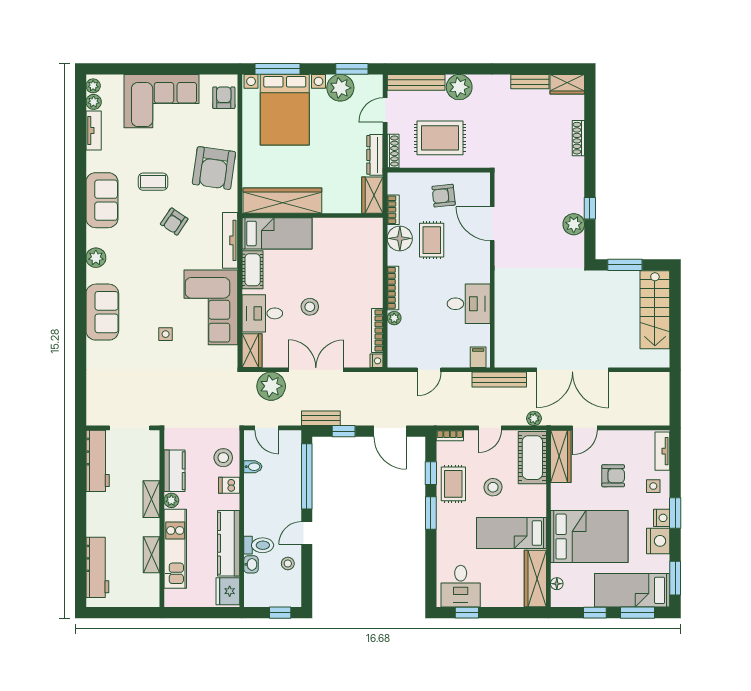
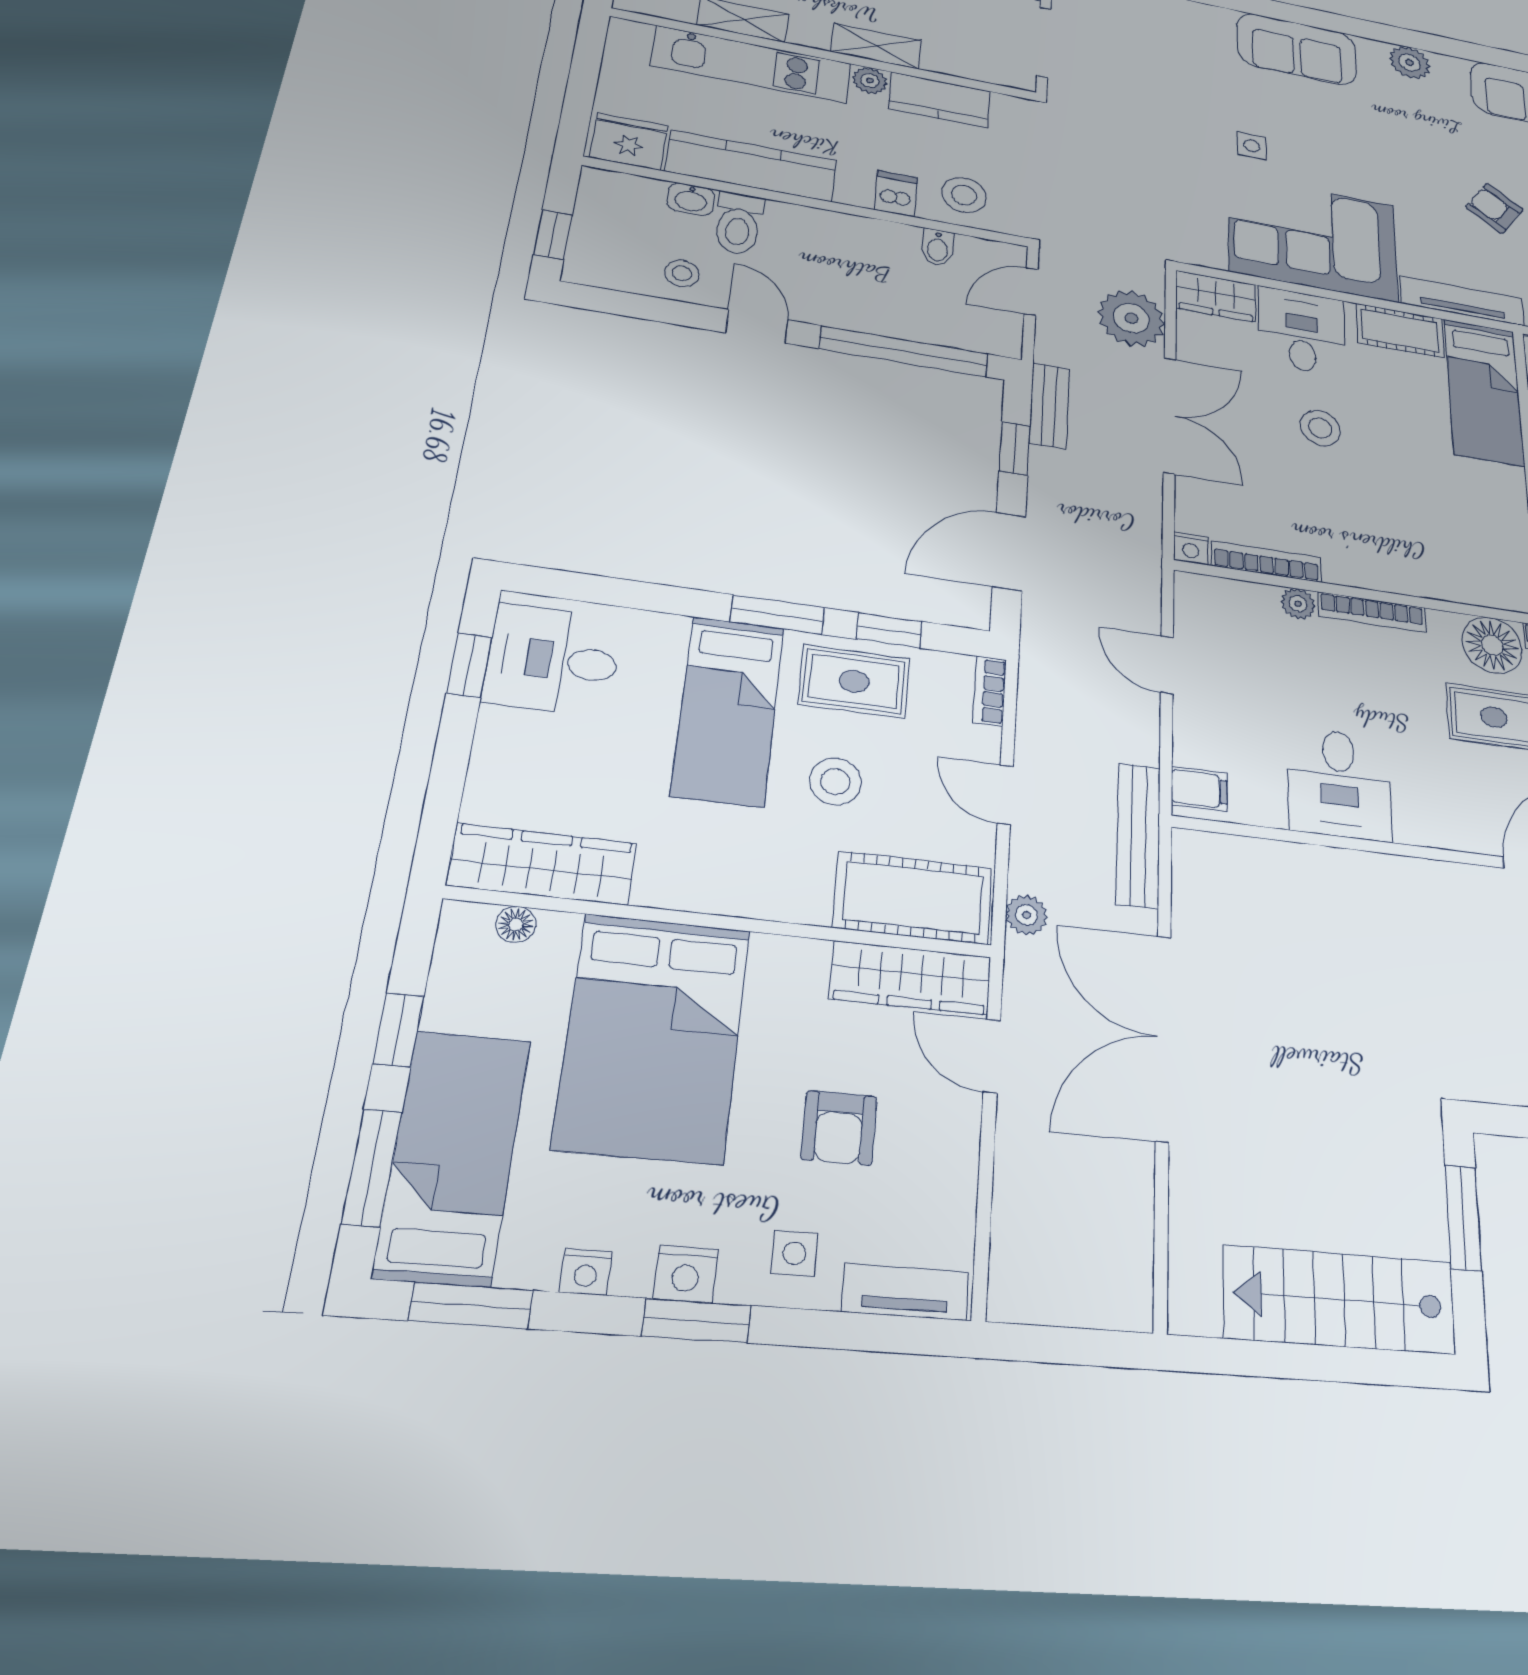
bed: (511, 533) -> (728, 710), moved, turned 180
nightstand: (658, 541) -> (586, 1272), width x0.53, depth x0.56

